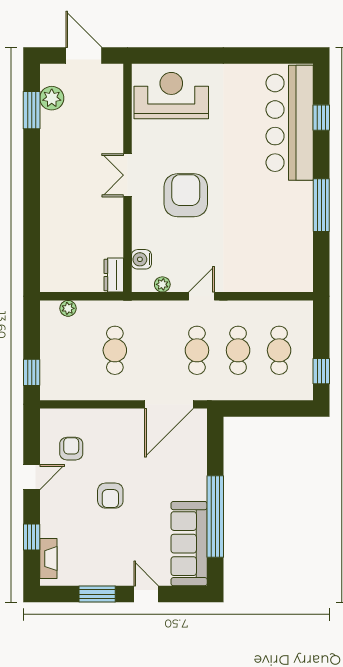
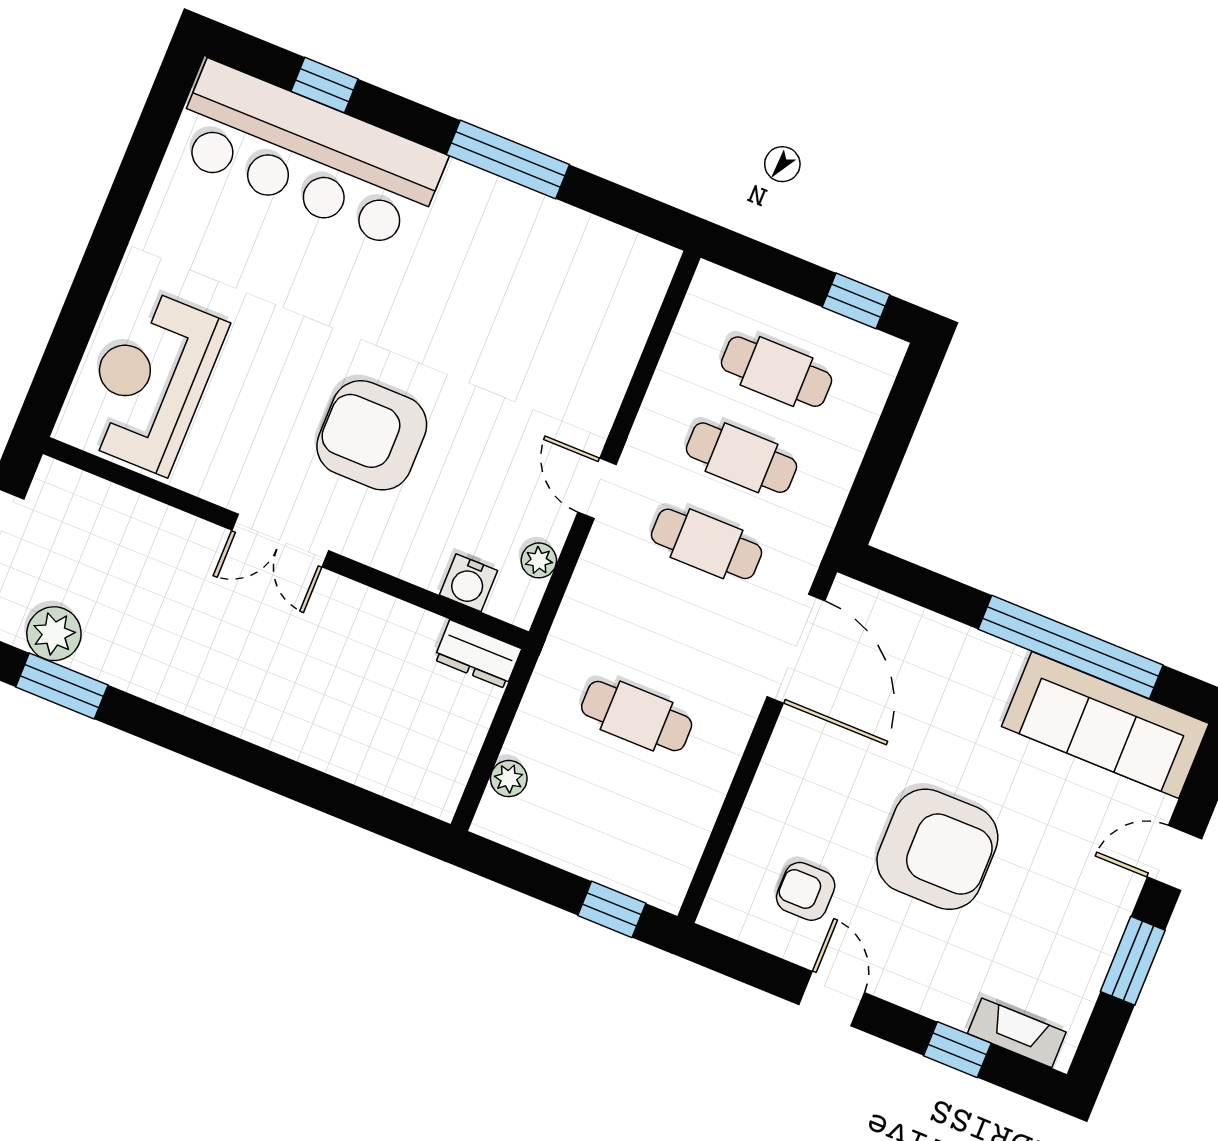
armchair: (110, 496) -> (937, 849), width x1.88, depth x1.88

